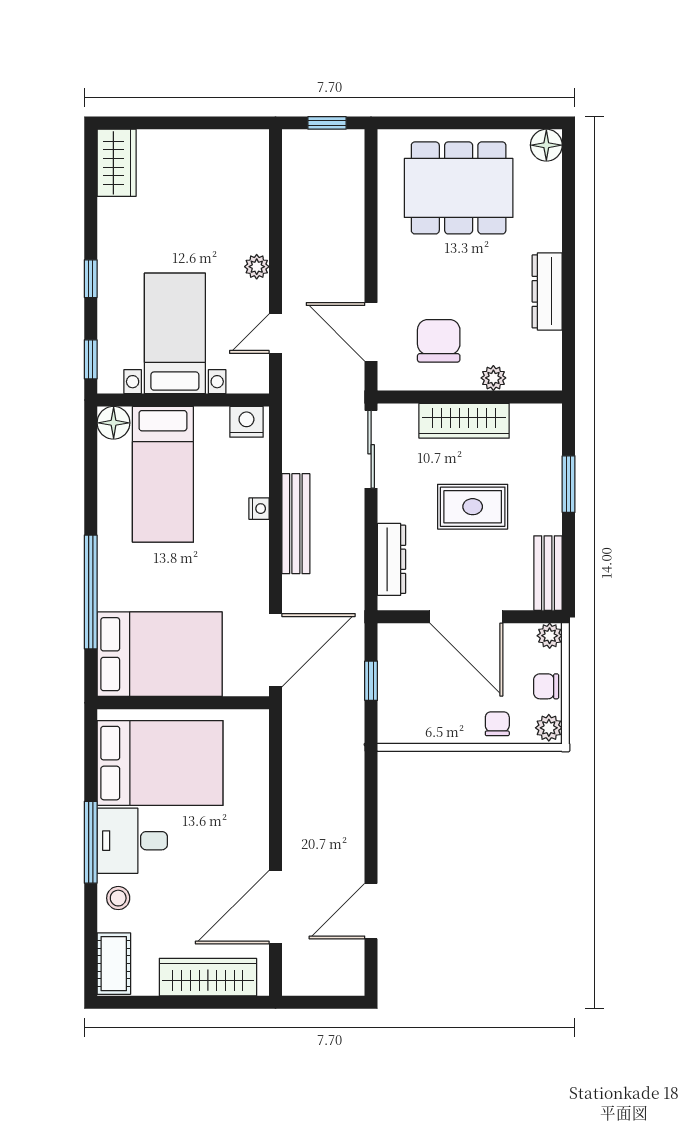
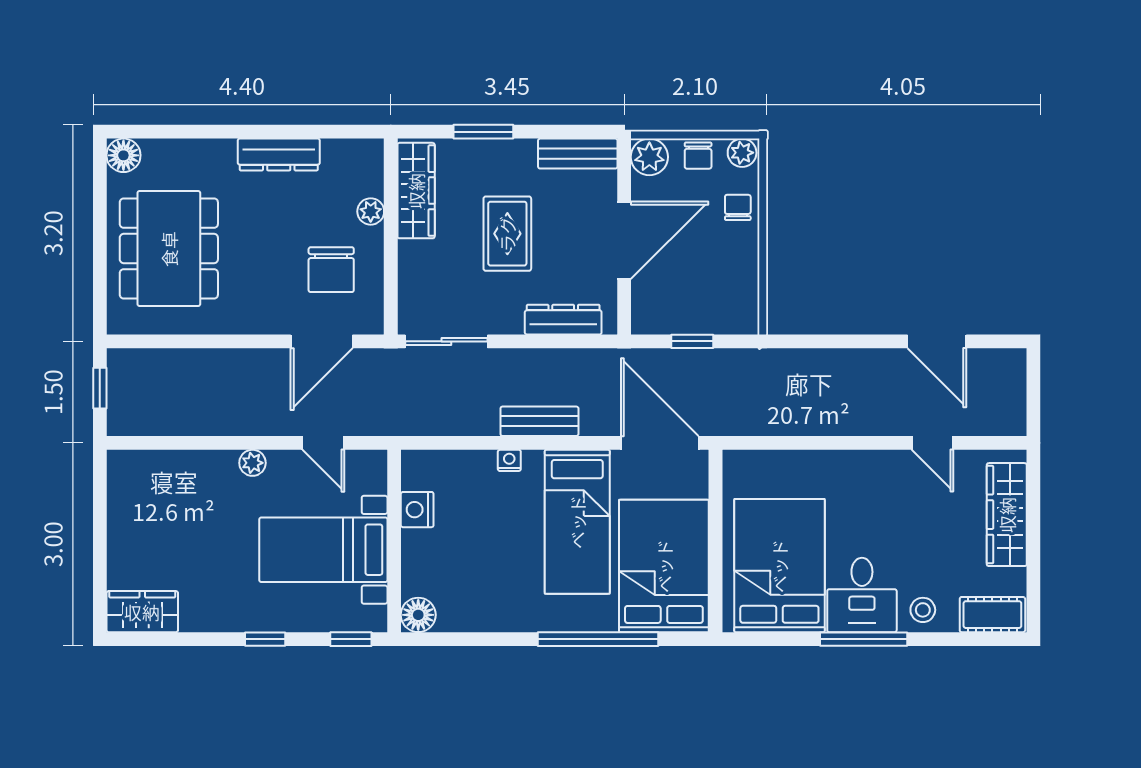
chair: (439, 341) -> (331, 270), turned -90
wardrobe: (464, 421) -> (416, 191), moved
nightstand: (246, 422) -> (417, 510), moved
bed: (163, 474) -> (577, 522), moved, turned 90
bench: (296, 524) -> (539, 421), width x0.73
plant: (550, 636) -> (649, 157), width x1.38, depth x1.38
chair: (497, 724) -> (738, 207), turned 90
door: (275, 907) -> (932, 443), width x0.53

